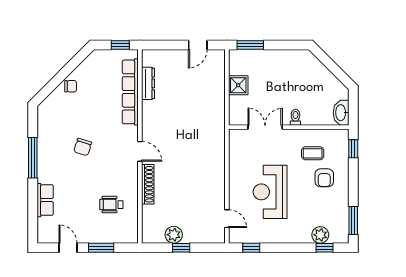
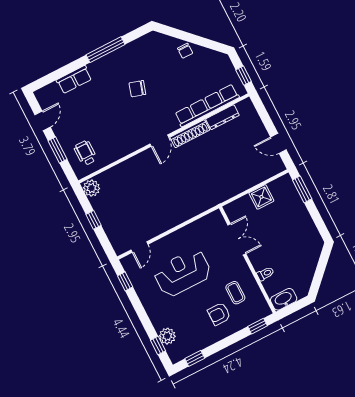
toilet: (295, 117) -> (265, 274), moved
shoe rack: (148, 184) -> (190, 134), moved
wheelchair: (111, 205) -> (85, 153), moved
window: (353, 221) -> (195, 358), width x0.67
plant: (174, 235) -> (92, 188), moved

